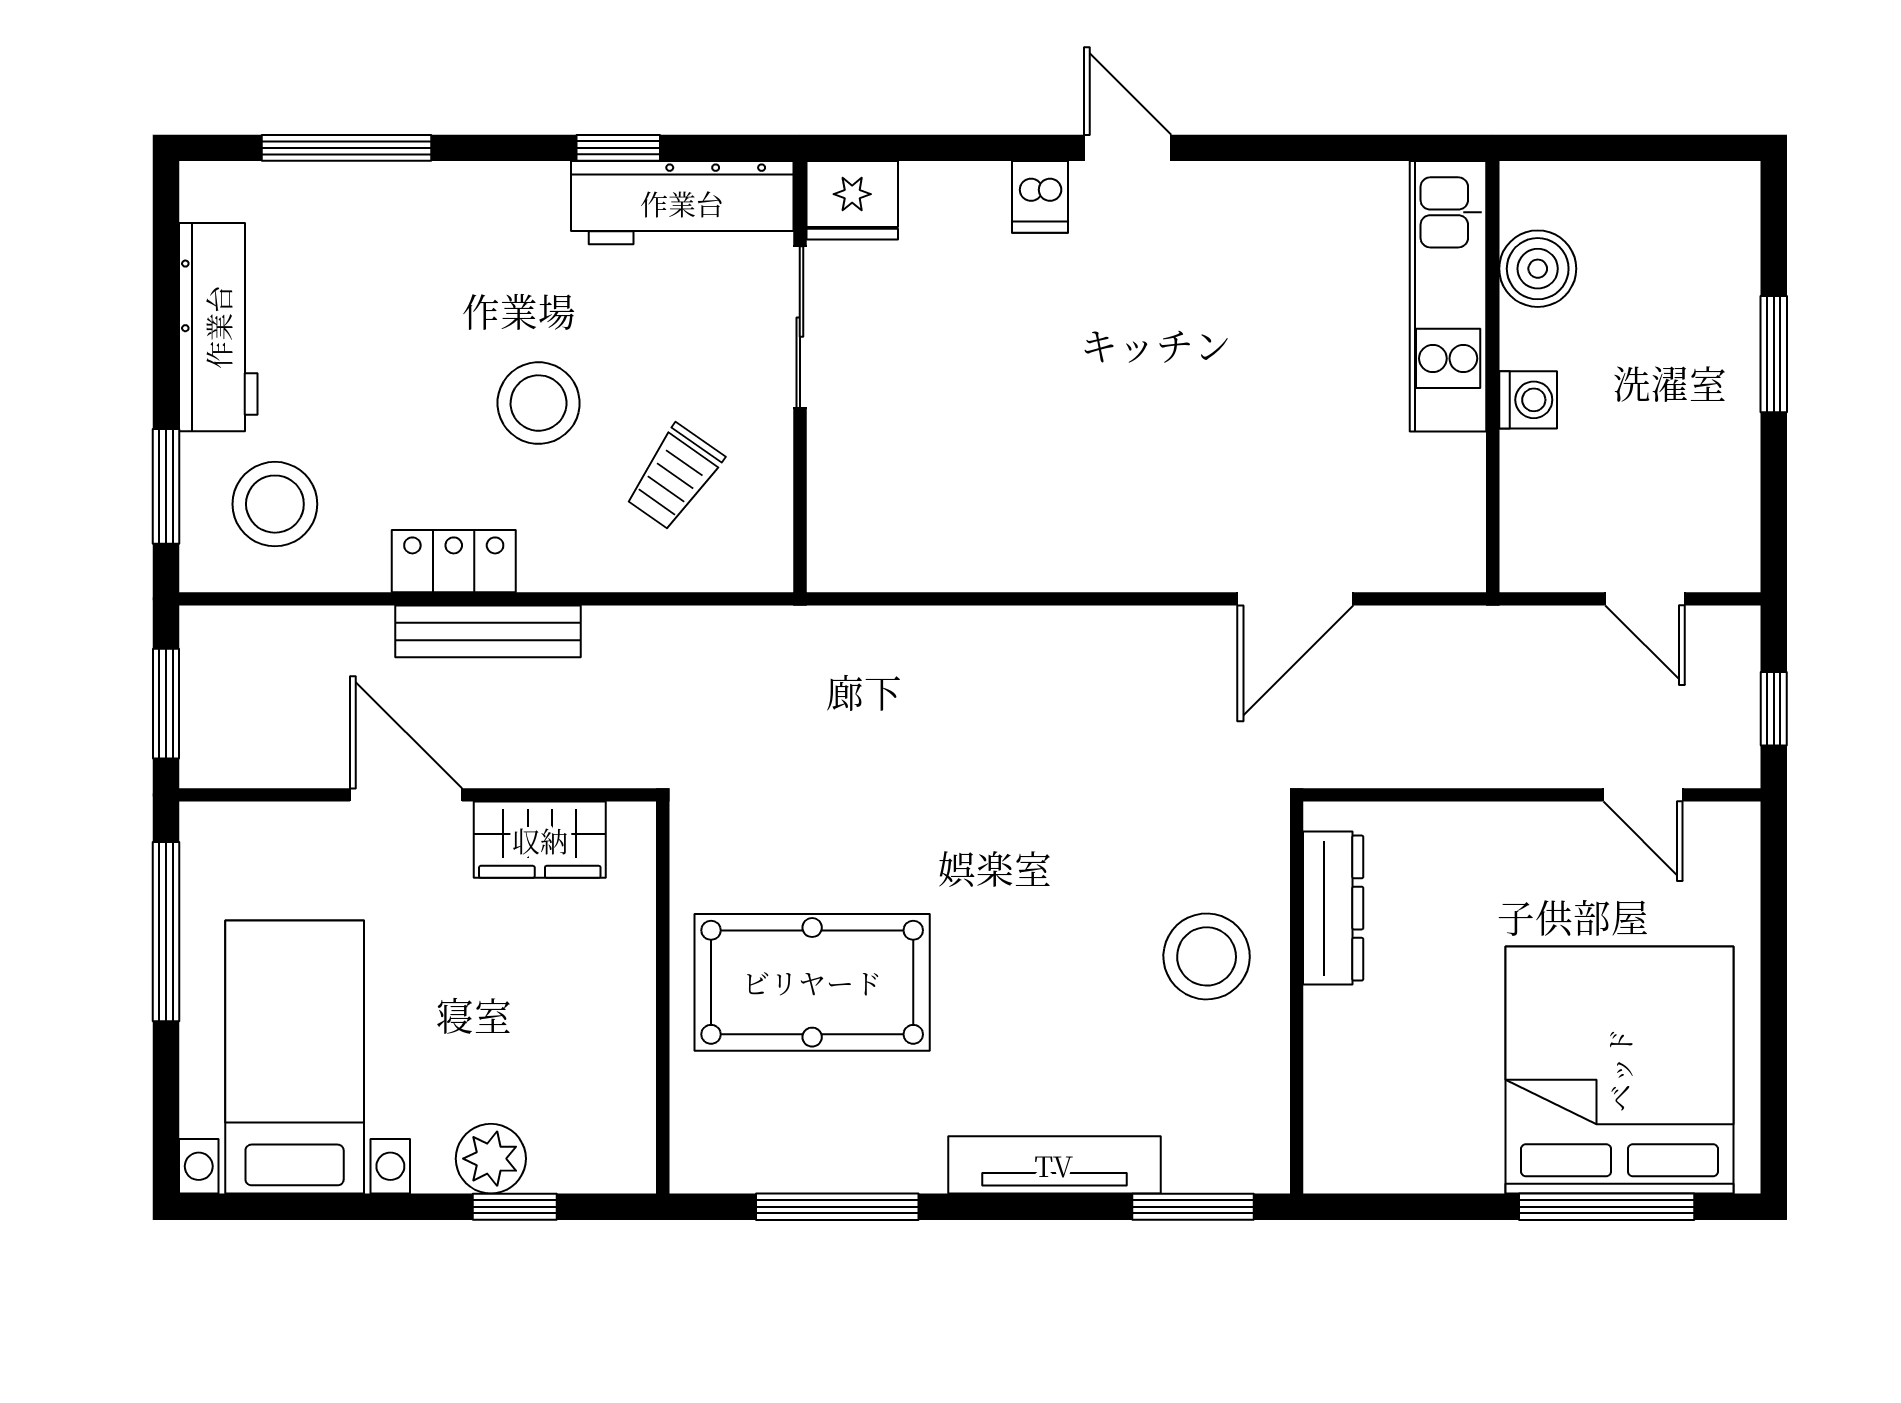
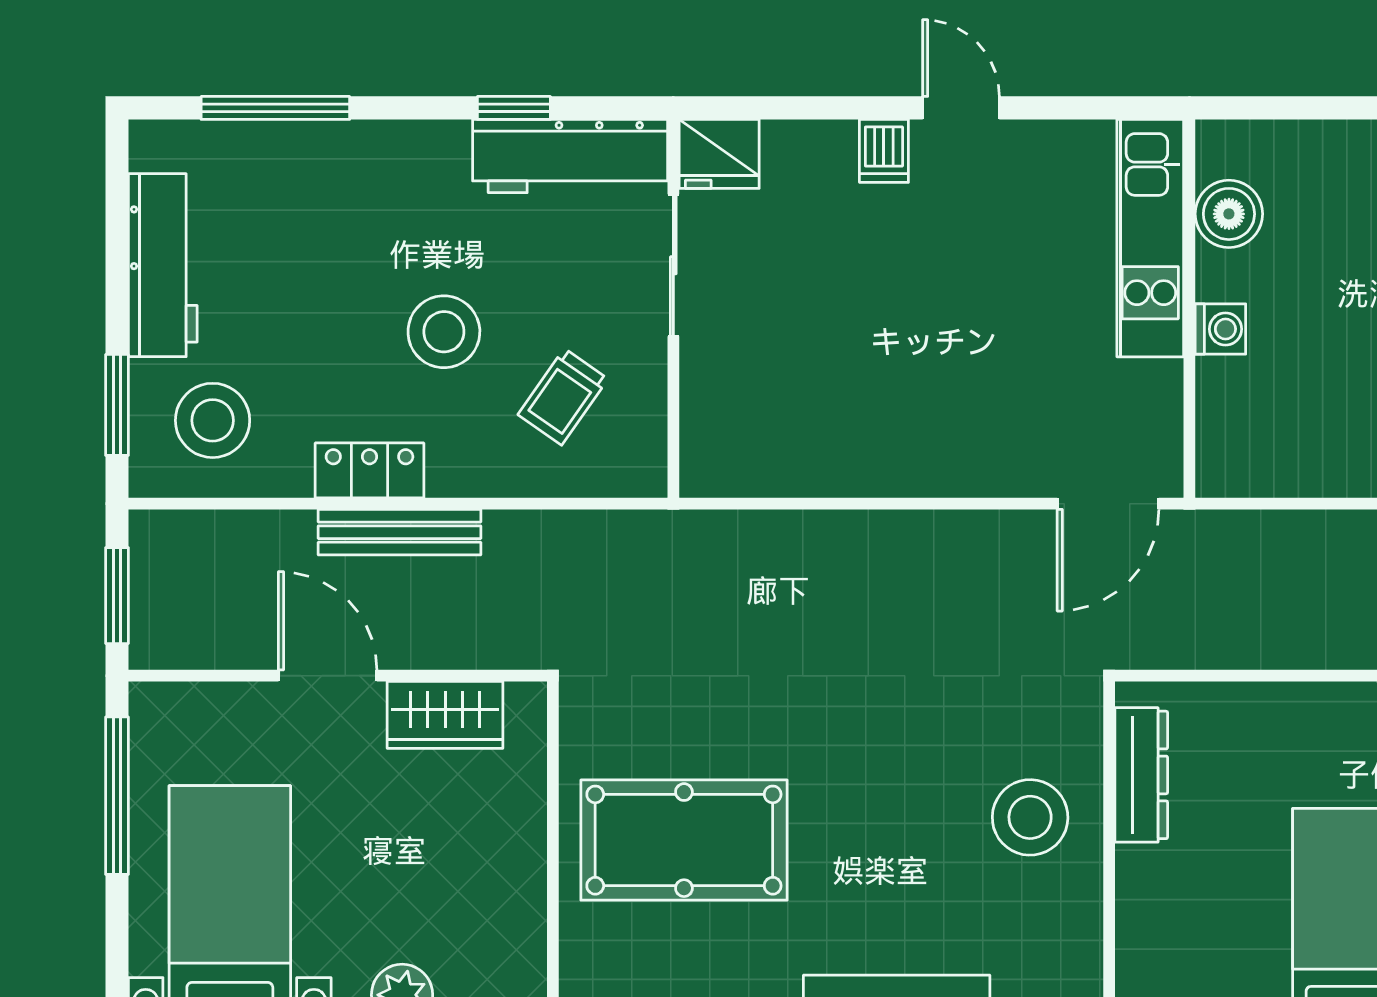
boiler: (1538, 269) -> (1229, 214), moved
kitchen unit: (1448, 296) -> (1150, 238), moved
wall: (1493, 377) -> (1189, 309), moved
washing machine: (1528, 400) -> (1220, 329), moved

